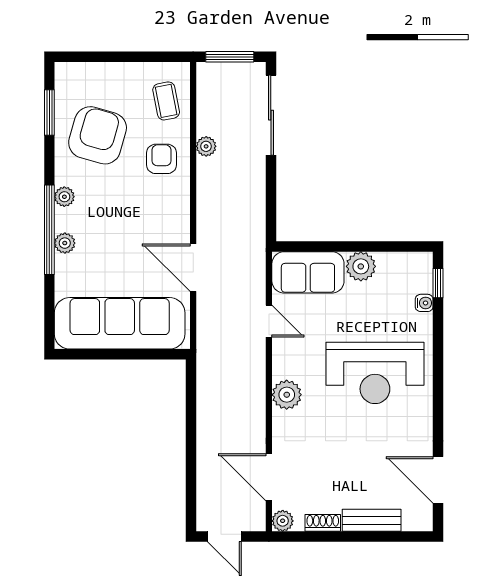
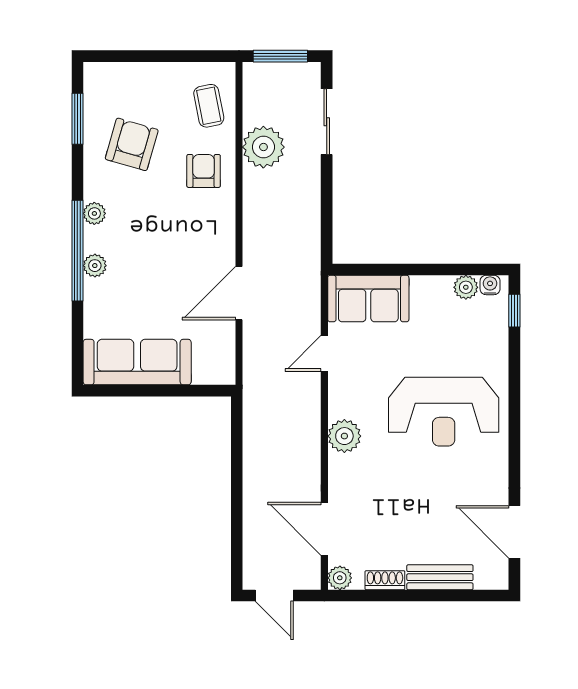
sliding door: (271, 115) -> (327, 122), width x0.73
armchair: (98, 135) -> (132, 144), width x0.73, depth x0.73
plant: (206, 146) -> (263, 147), width x1.88, depth x1.88
plant: (361, 266) -> (466, 287), moved, width x0.73, depth x0.73
door: (193, 268) -> (239, 293), hinge flipped
water cooler: (424, 303) -> (490, 285), moved, turned -90
door: (269, 321) -> (324, 353), swing flipped
sofa: (120, 323) -> (137, 362), width x0.74, depth x0.79

